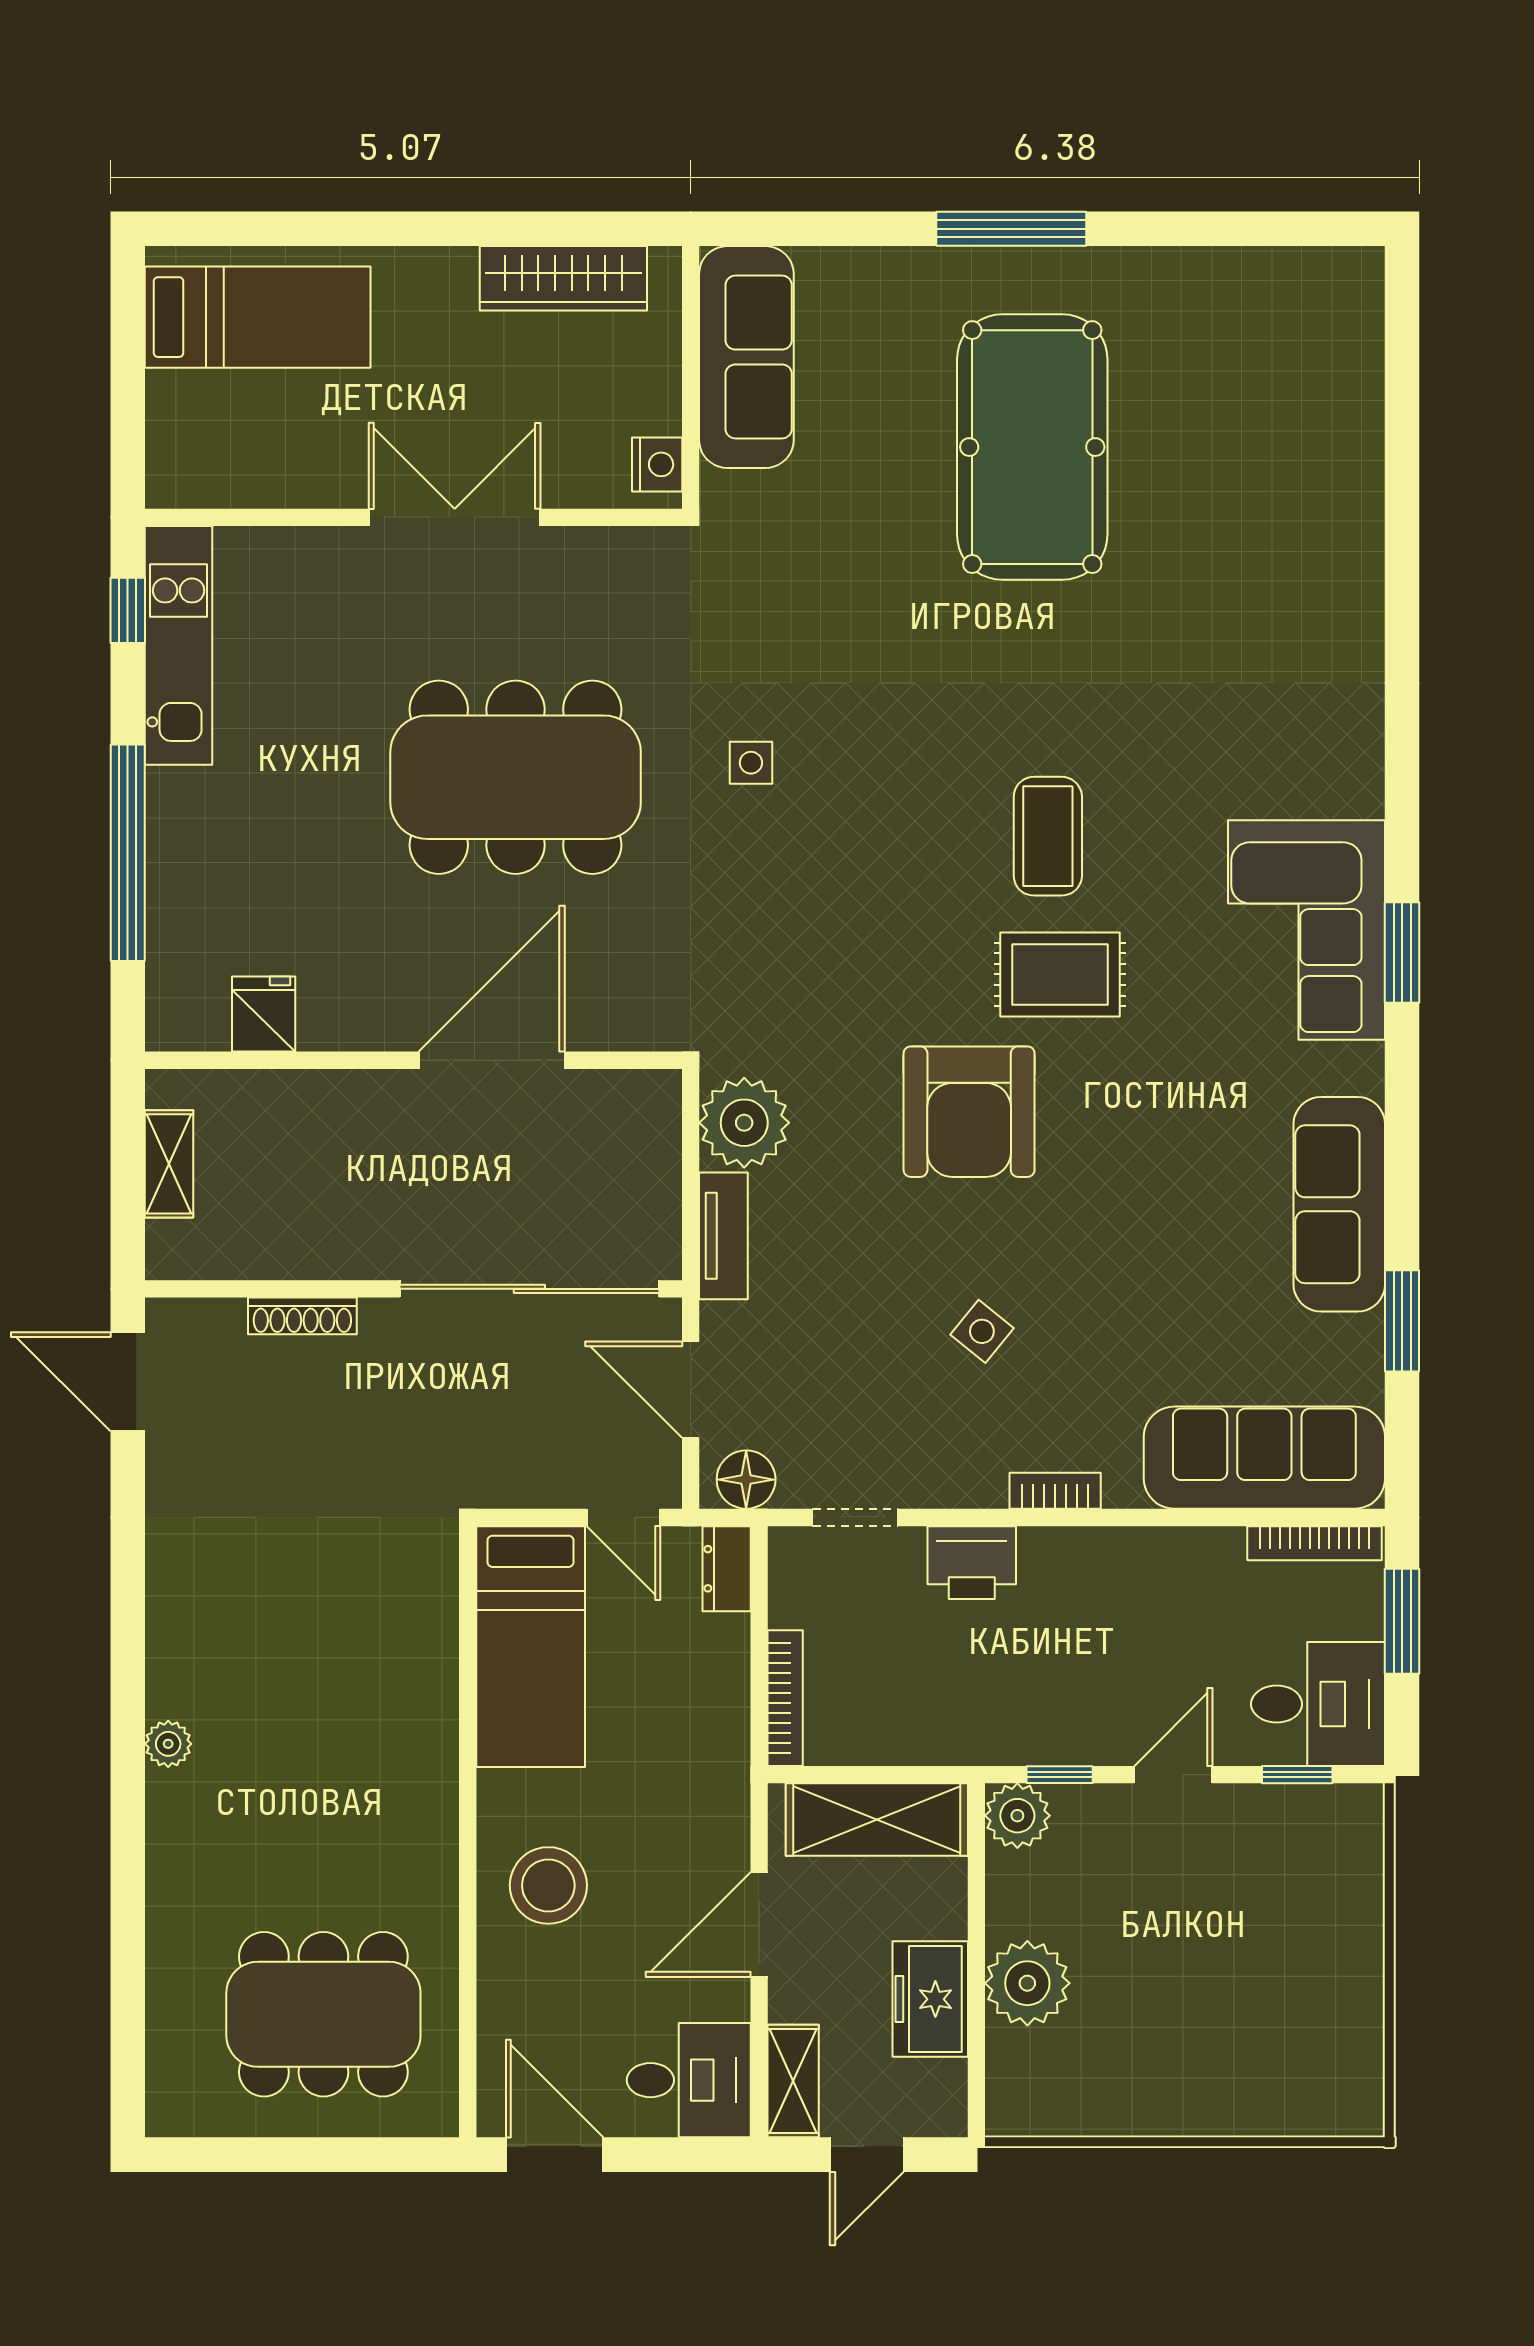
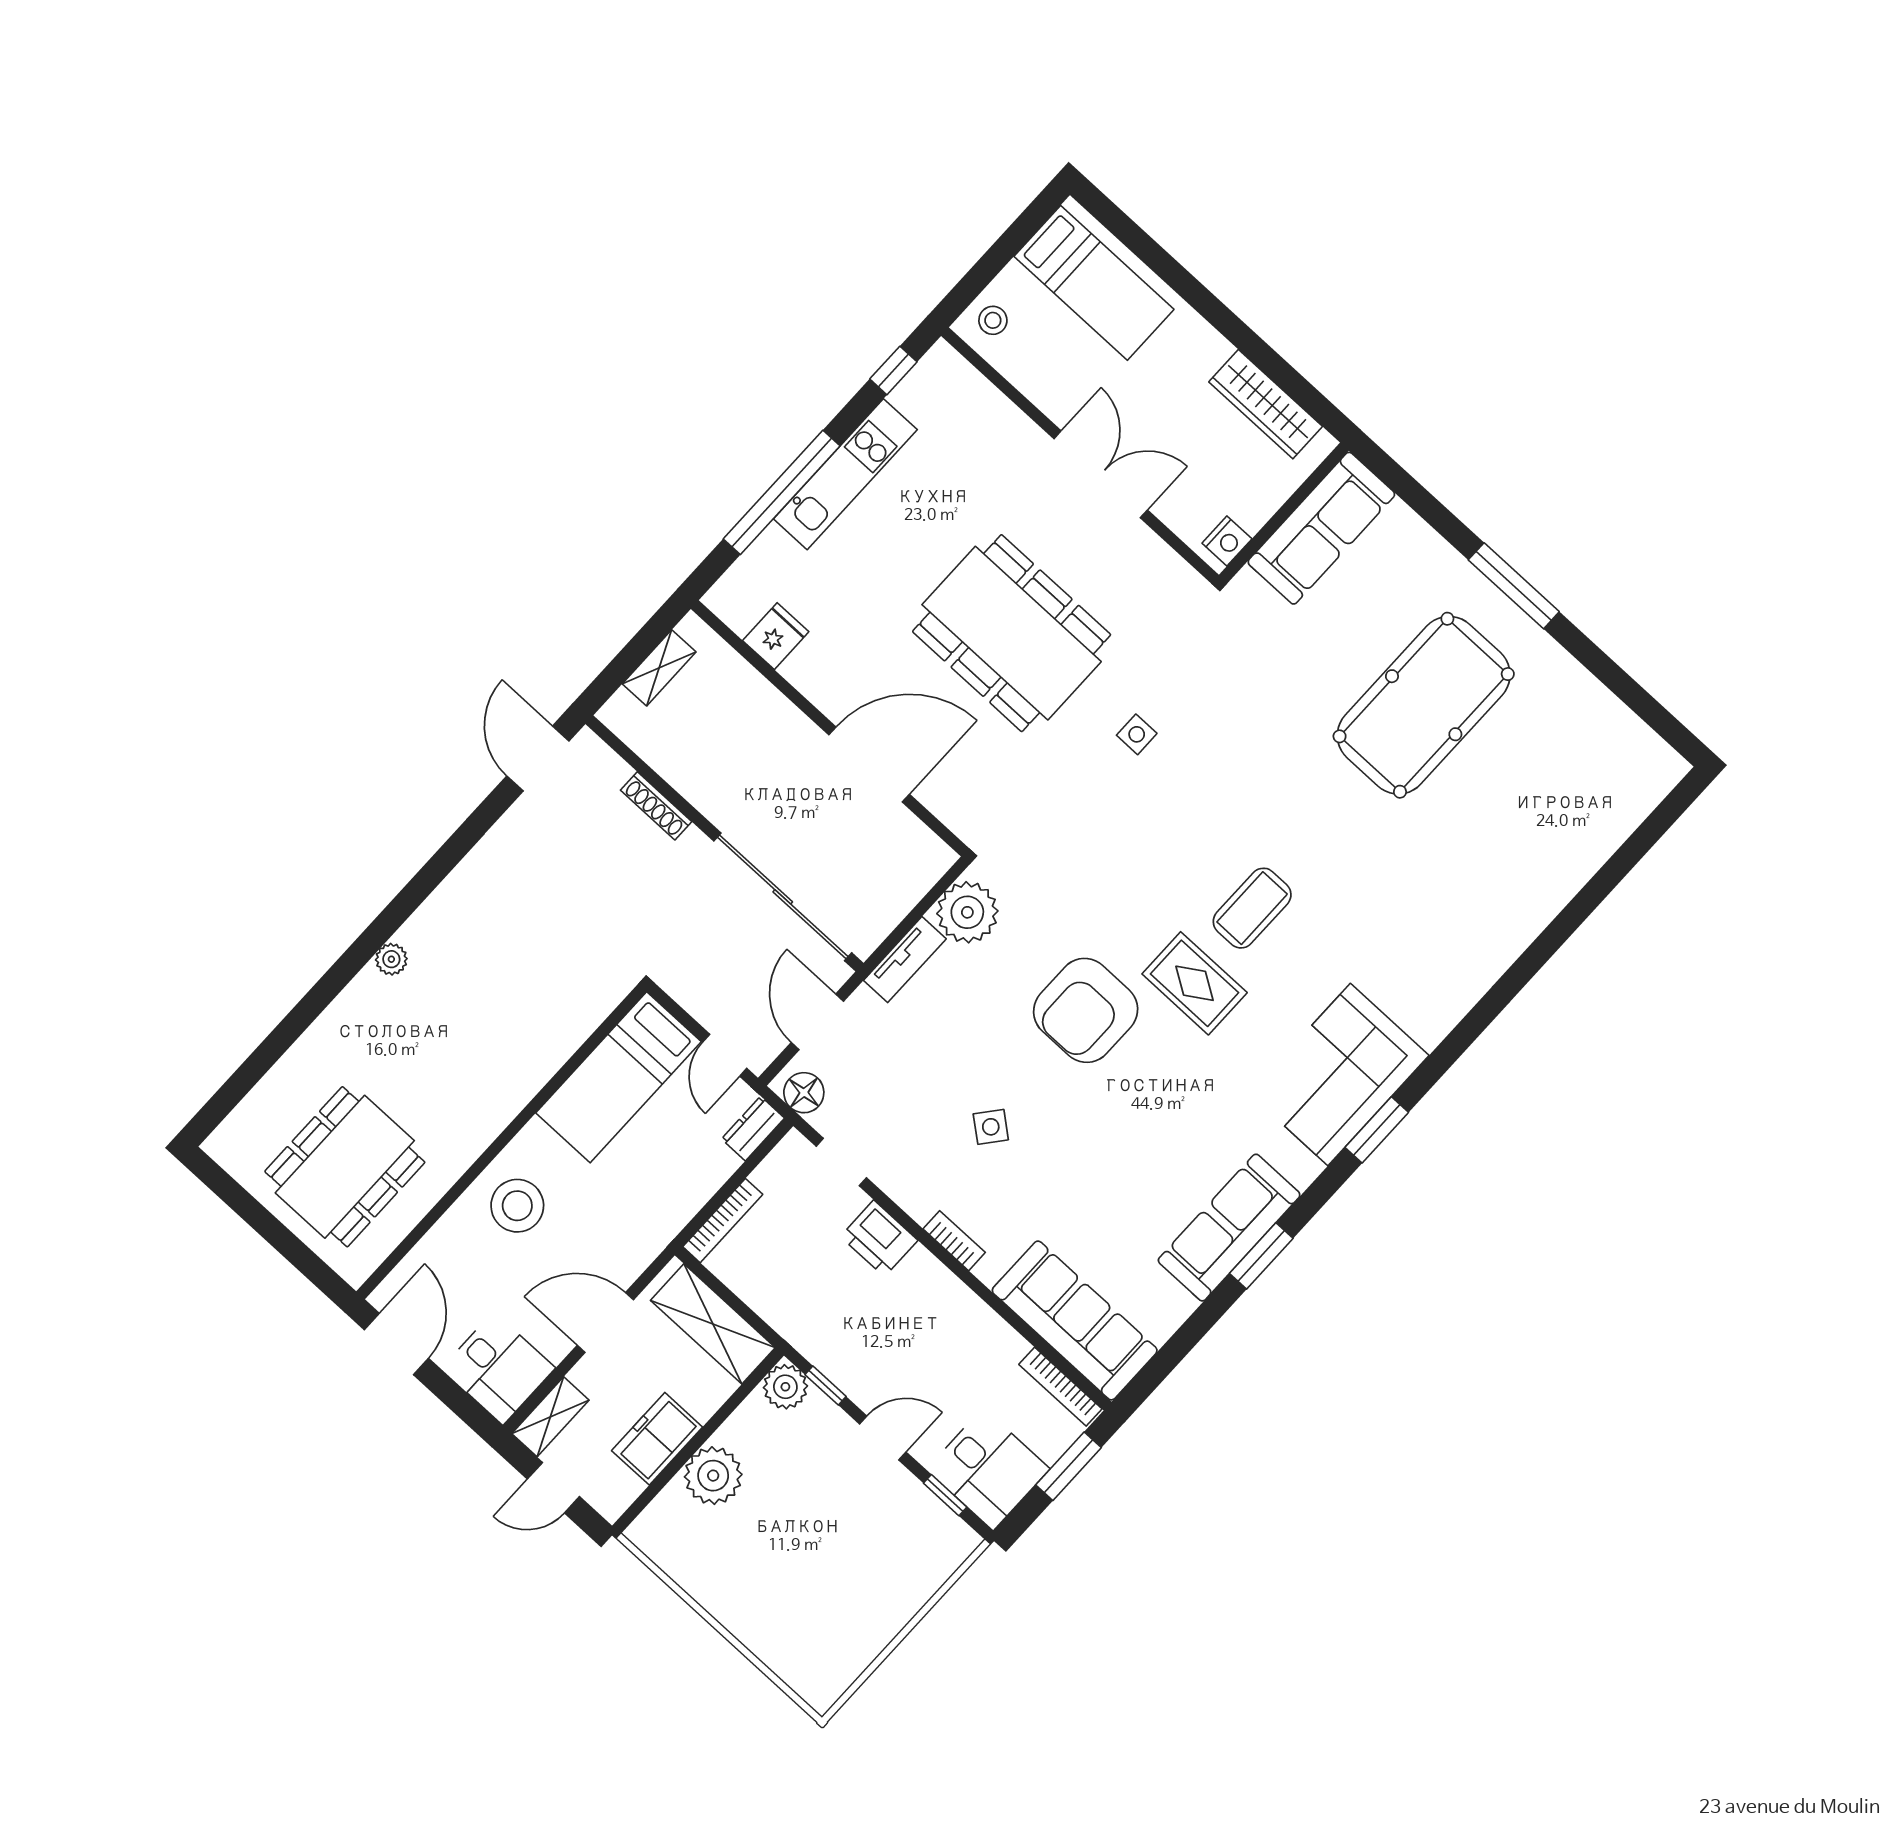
stool: (186, 458) -> (993, 320), added
kitchen unit: (179, 645) -> (845, 474), moved
window: (1402, 1321) -> (1261, 1256), moved
dining table: (323, 2014) -> (345, 1167), turned 90

